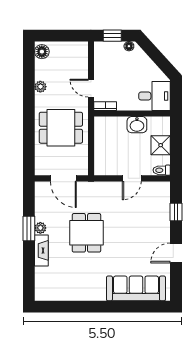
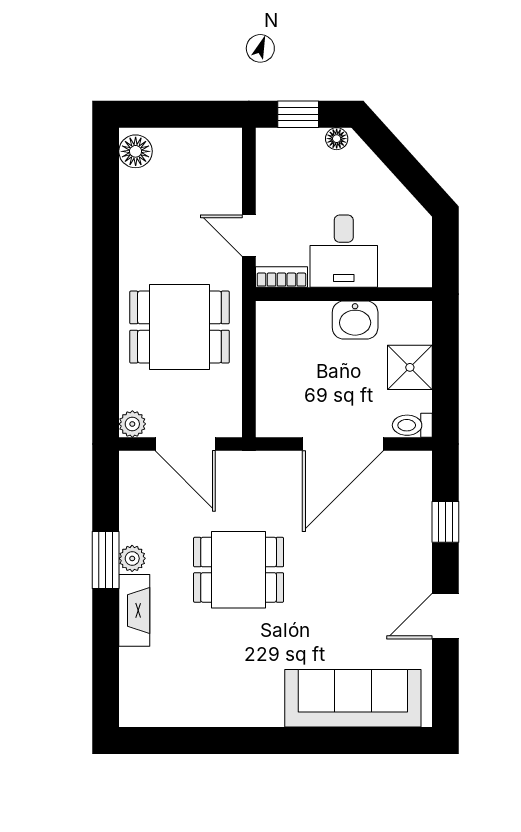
plant: (40, 87) -> (132, 424), moved
desk: (155, 96) -> (344, 251), moved, turned 90
door: (132, 178) -> (343, 444), width x1.88
dining table: (86, 233) -> (239, 570), turned 90

